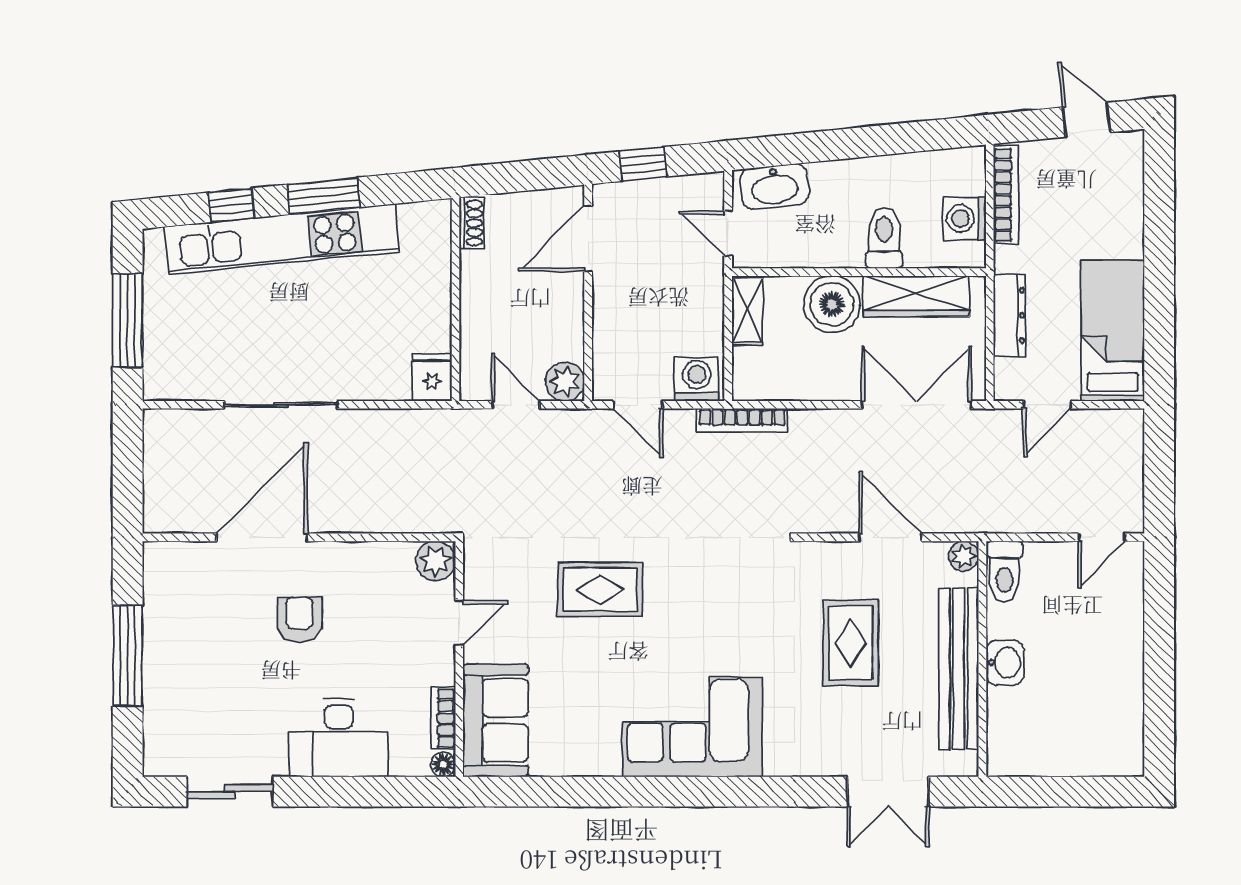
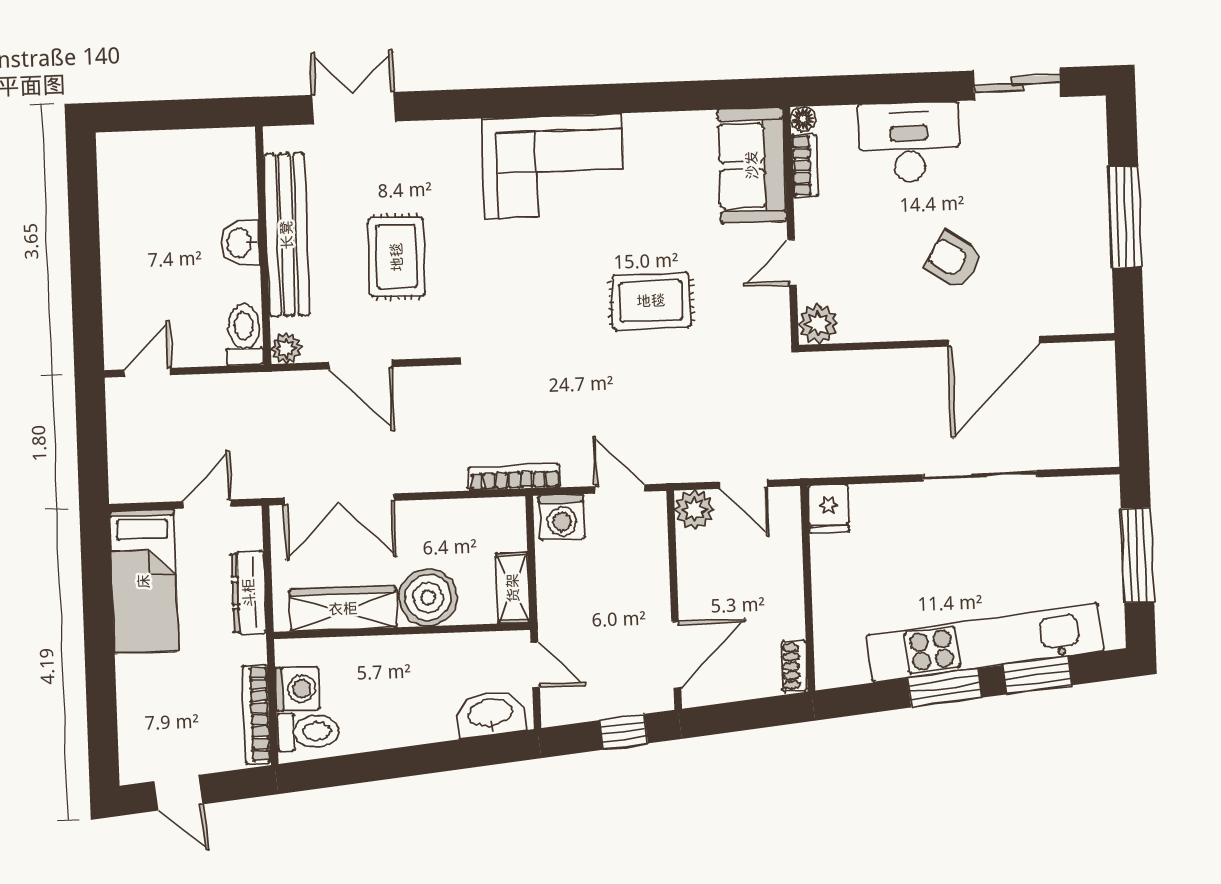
window: (231, 205) -> (1037, 675), width x1.50
toilet: (884, 238) -> (308, 732), moved, turned -90
armchair: (300, 619) -> (953, 260), turned 122

